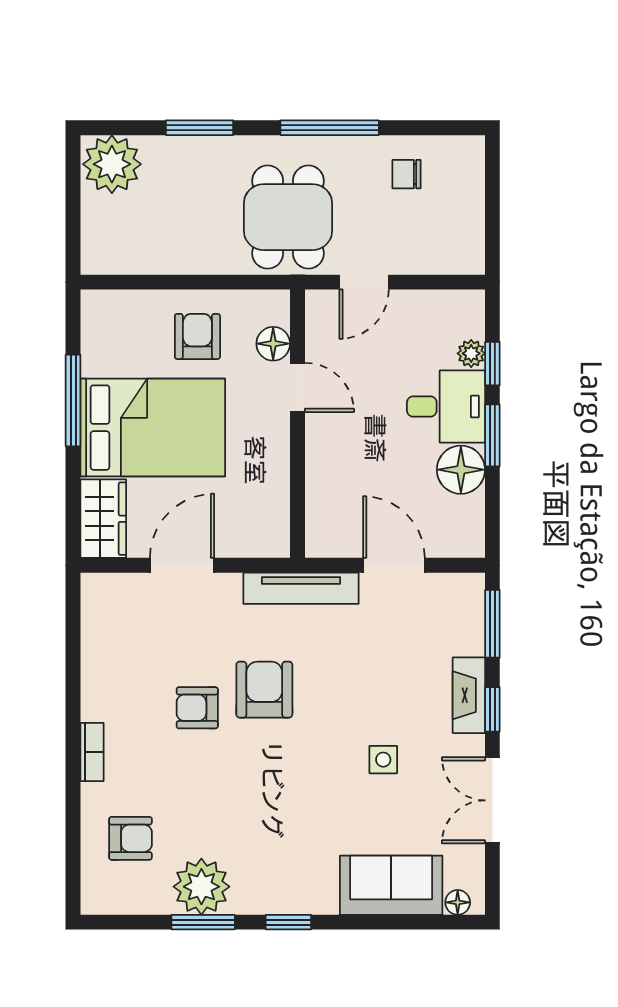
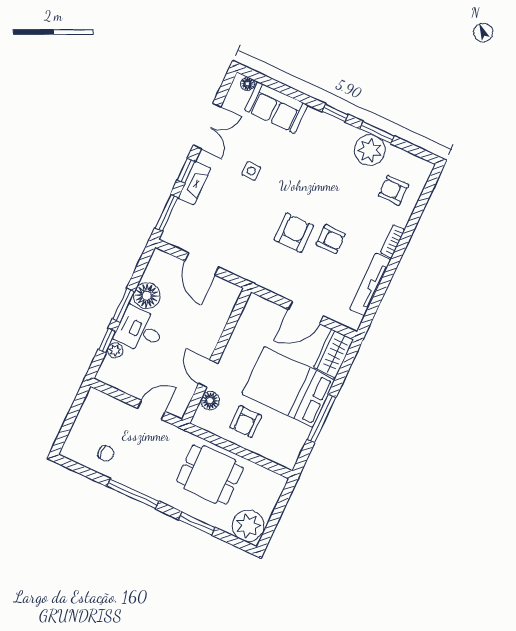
dining table: (288, 217) -> (210, 474), moved, turned 90
tv unit: (301, 588) -> (370, 285), moved, turned -90
armchair: (264, 690) -> (294, 233), turned 180

